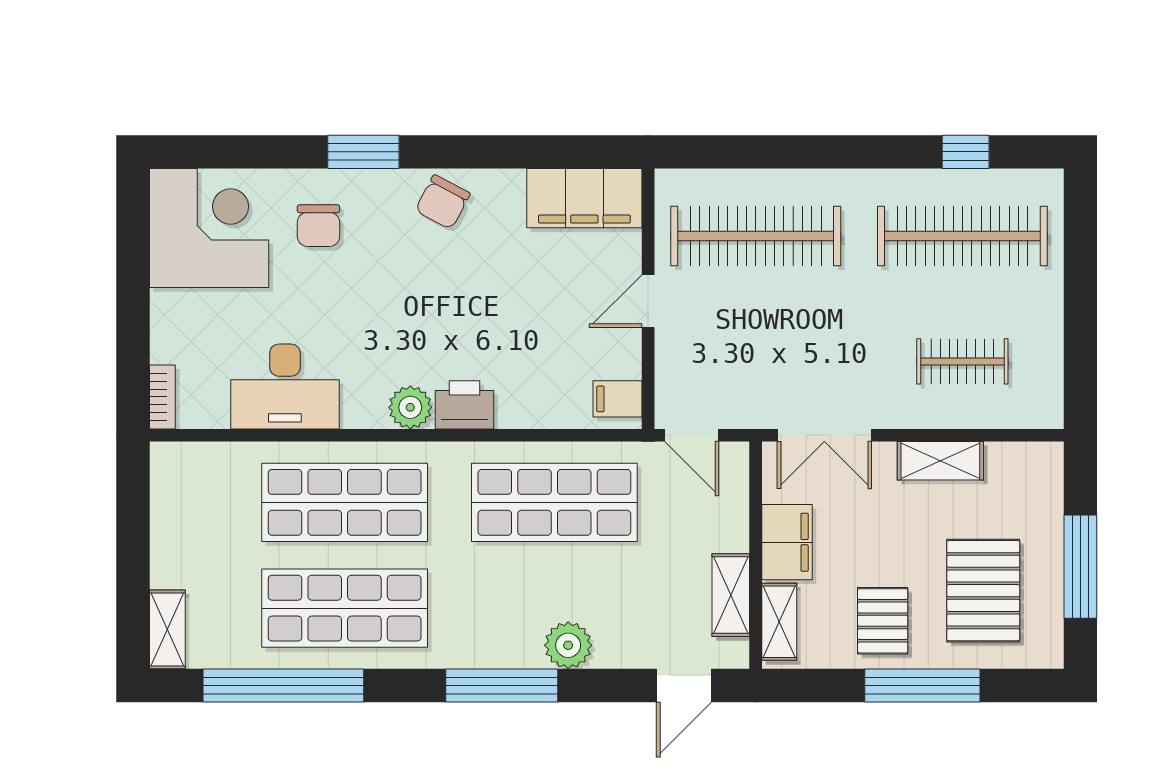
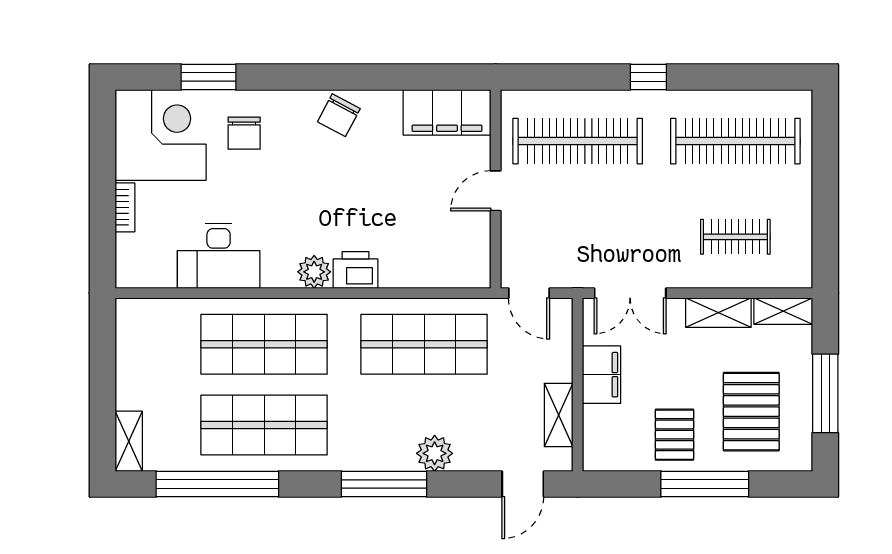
window: (363, 152) -> (209, 77), moved
window: (966, 152) -> (648, 77), moved
bookcase: (162, 397) -> (125, 207), moved
filing cabinet: (617, 399) -> (472, 265), removed
shelving: (779, 622) -> (783, 311), moved, turned 90

